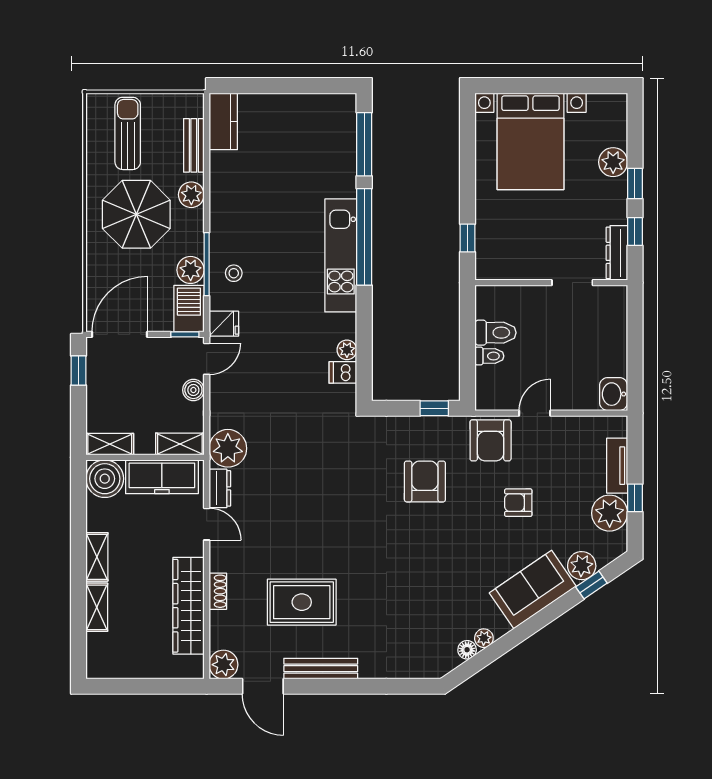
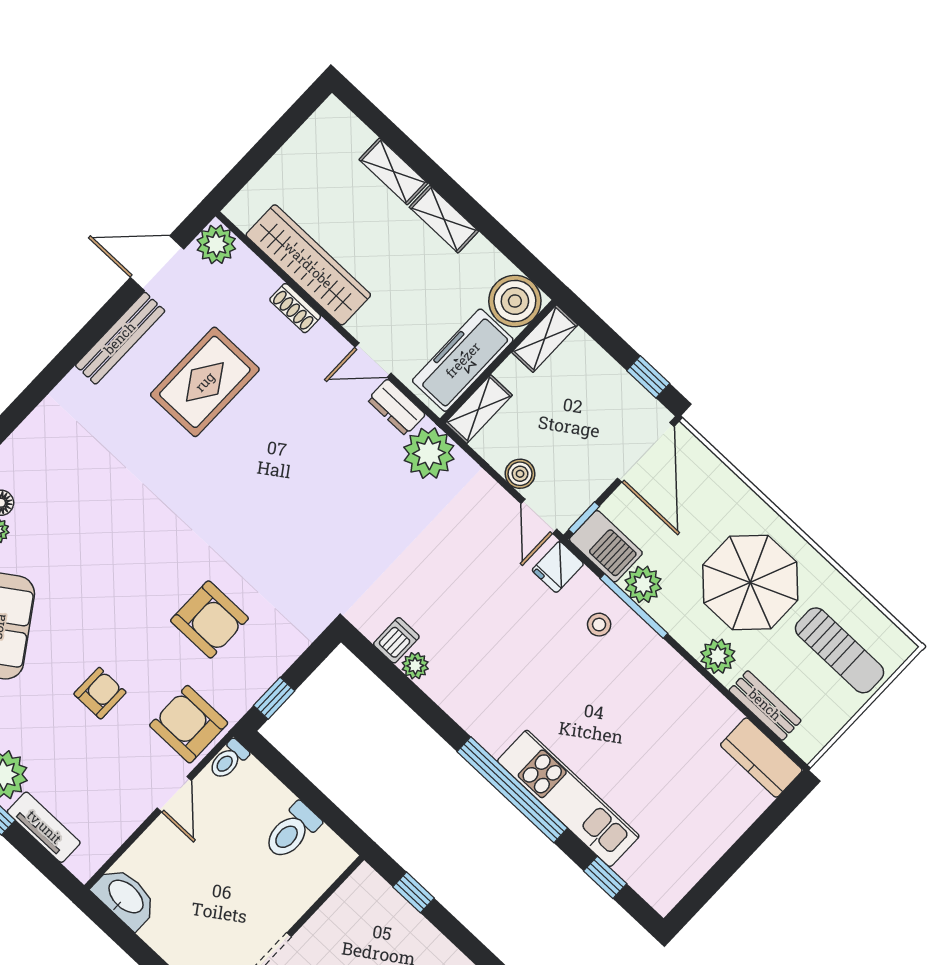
window: (364, 144) -> (605, 877), width x0.46
kitchen unit: (341, 255) -> (568, 798), moved
toilet: (489, 356) -> (228, 760), moved
washbasin: (614, 394) -> (125, 897), width x1.38

